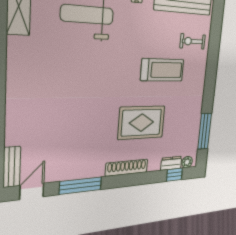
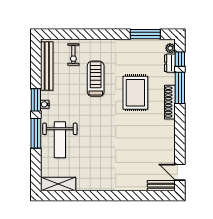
window: (81, 186) -> (180, 88), moved

